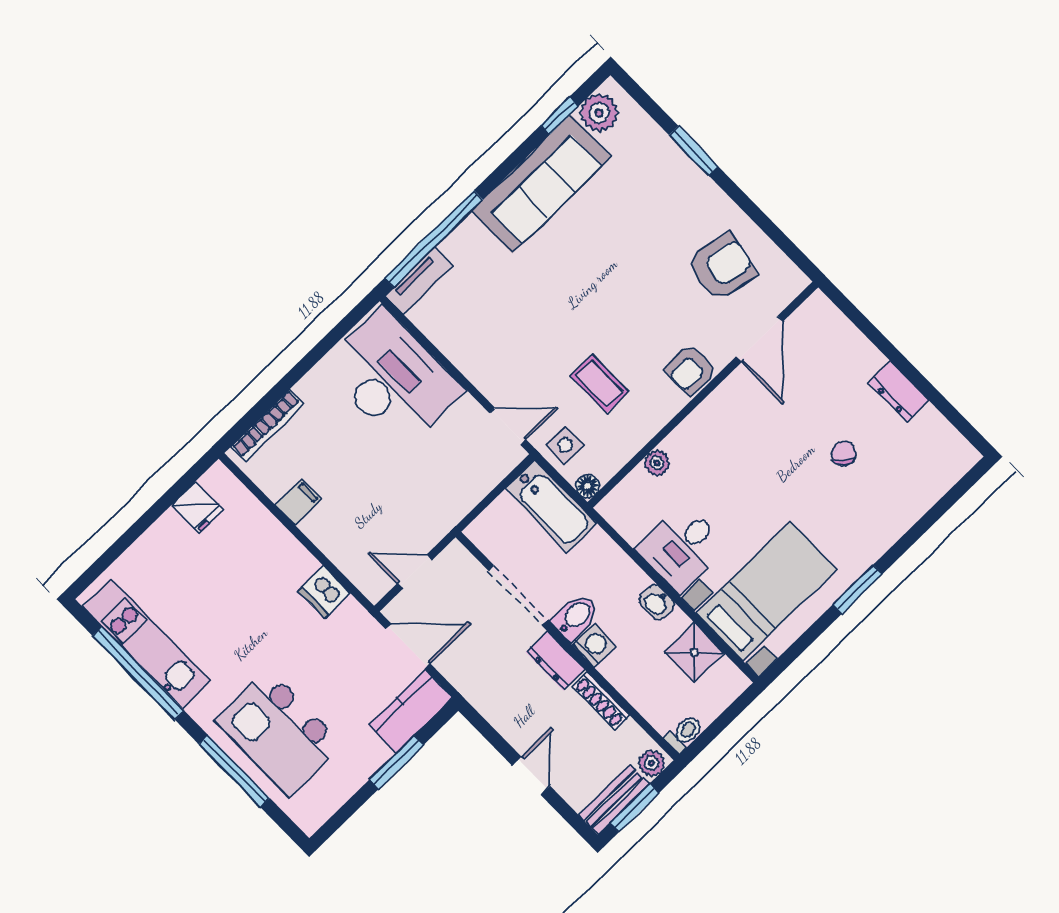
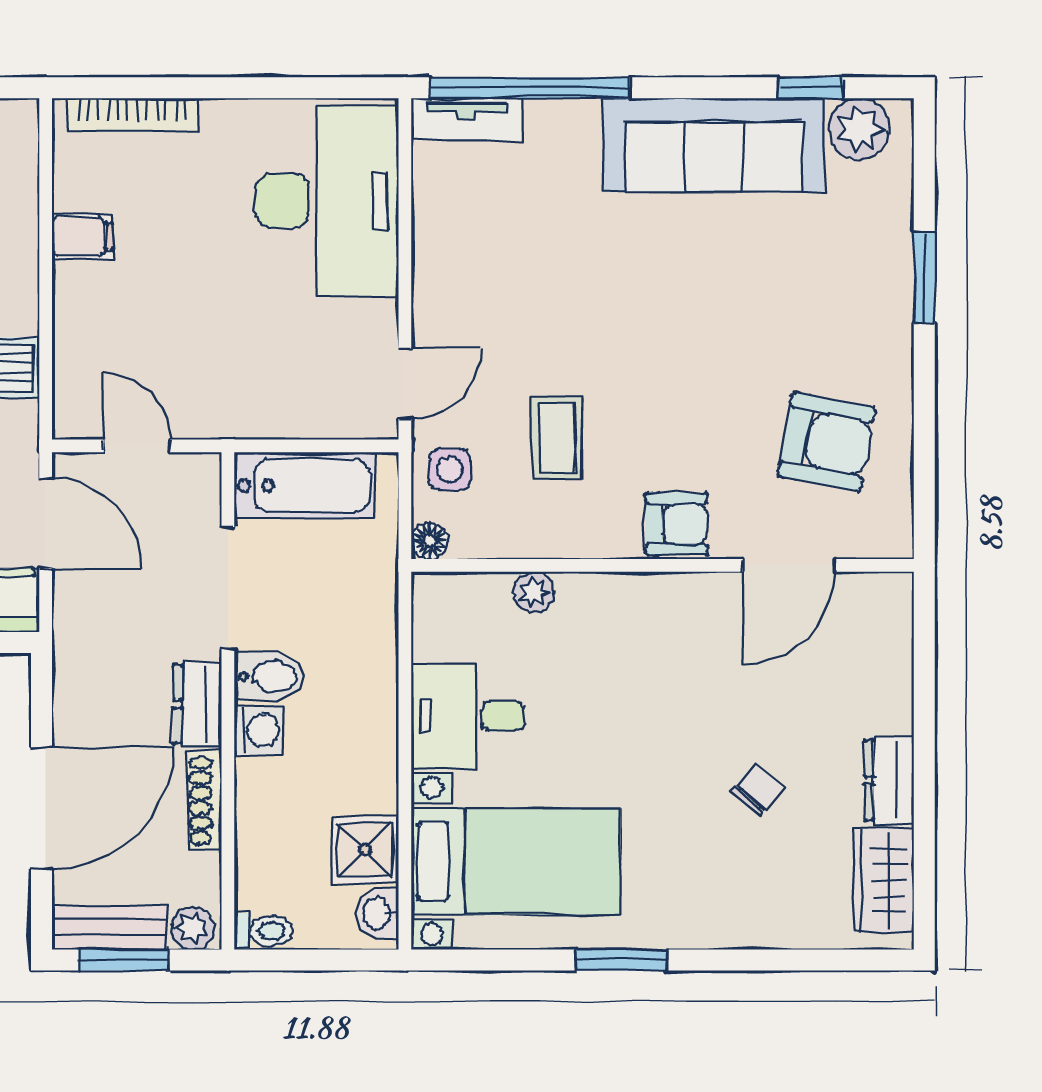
armchair: (691, 370) -> (676, 524), turned 180
door: (508, 426) -> (405, 384), hinge flipped
wardrobe: (940, 439) -> (884, 880), added
bathtub: (551, 506) -> (305, 485), moved, turned -90
washbasin: (657, 603) -> (378, 913), moved
door: (531, 776) -> (41, 808), width x1.88

